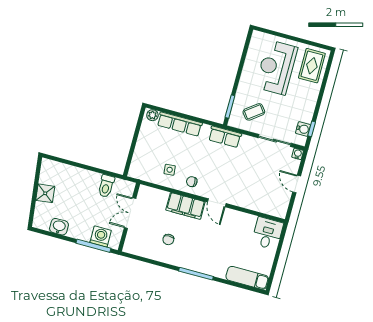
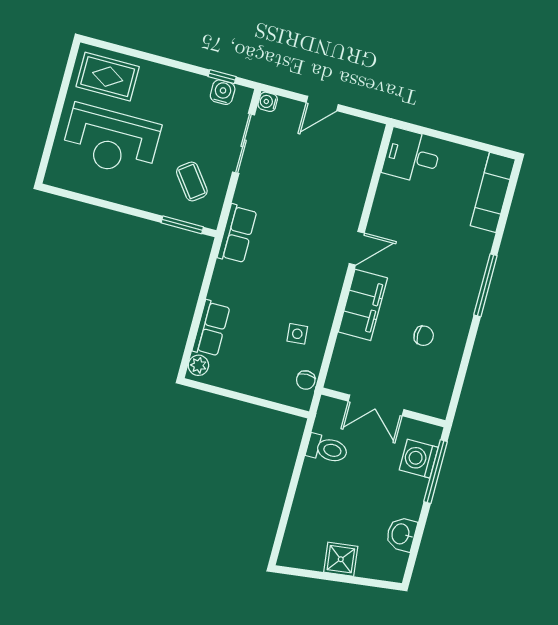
row of seats: (180, 124) -> (211, 328), width x0.68
chair: (192, 182) -> (306, 380), moved

